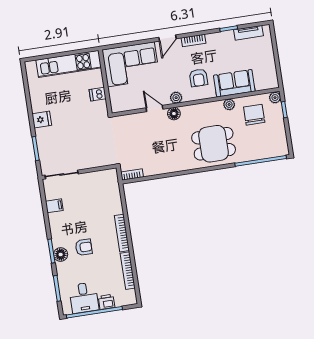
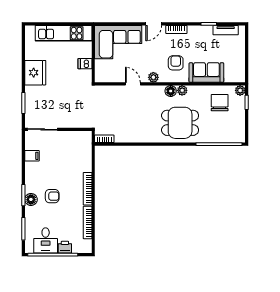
armchair: (199, 78) -> (176, 63), turned 180
plant: (229, 104) -> (182, 90), moved
floor lamp: (174, 114) -> (171, 91), moved
fridge: (42, 120) -> (35, 73), width x1.88, depth x1.34

